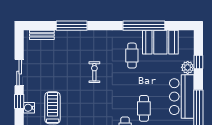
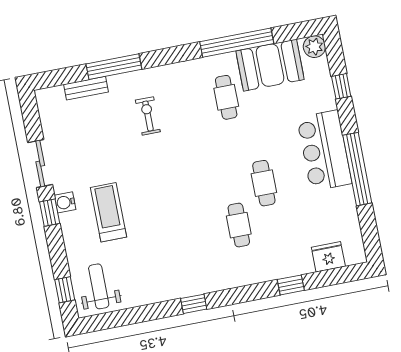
bench: (42, 35) -> (86, 88), moved
plant: (188, 67) -> (314, 47), moved
exercise bike: (94, 72) -> (148, 116), moved
water cooler: (29, 108) -> (65, 202), moved

